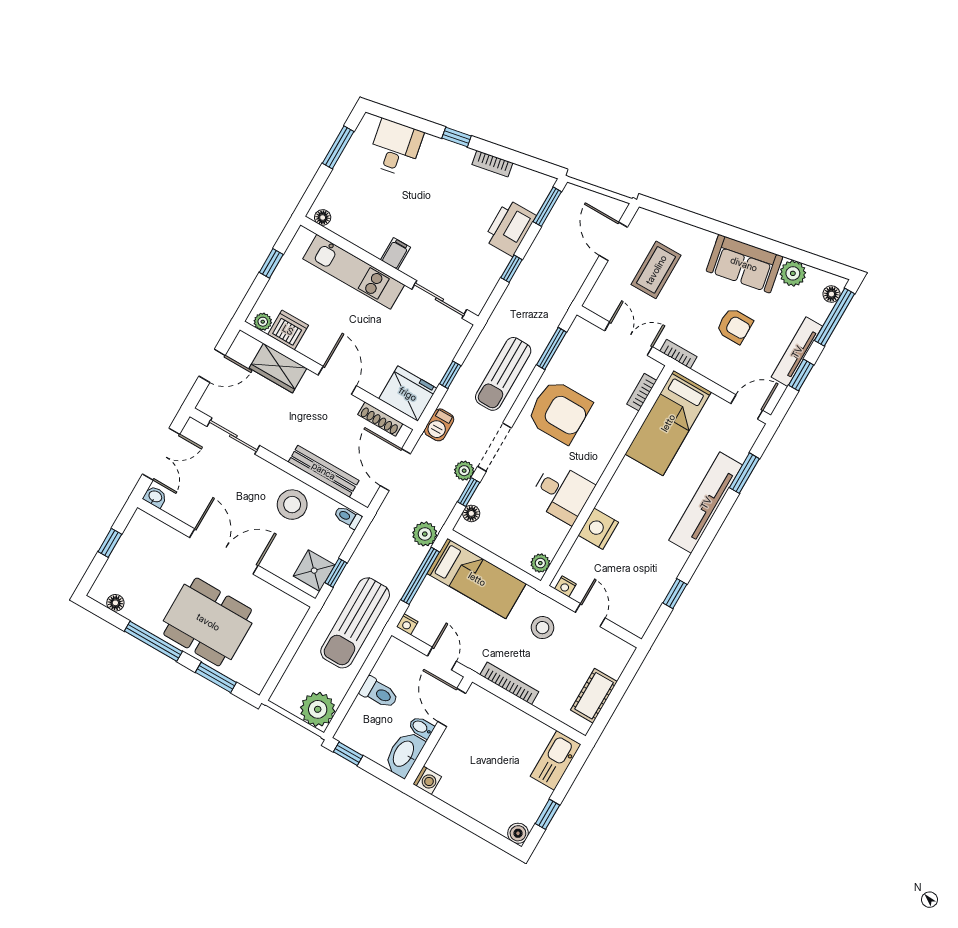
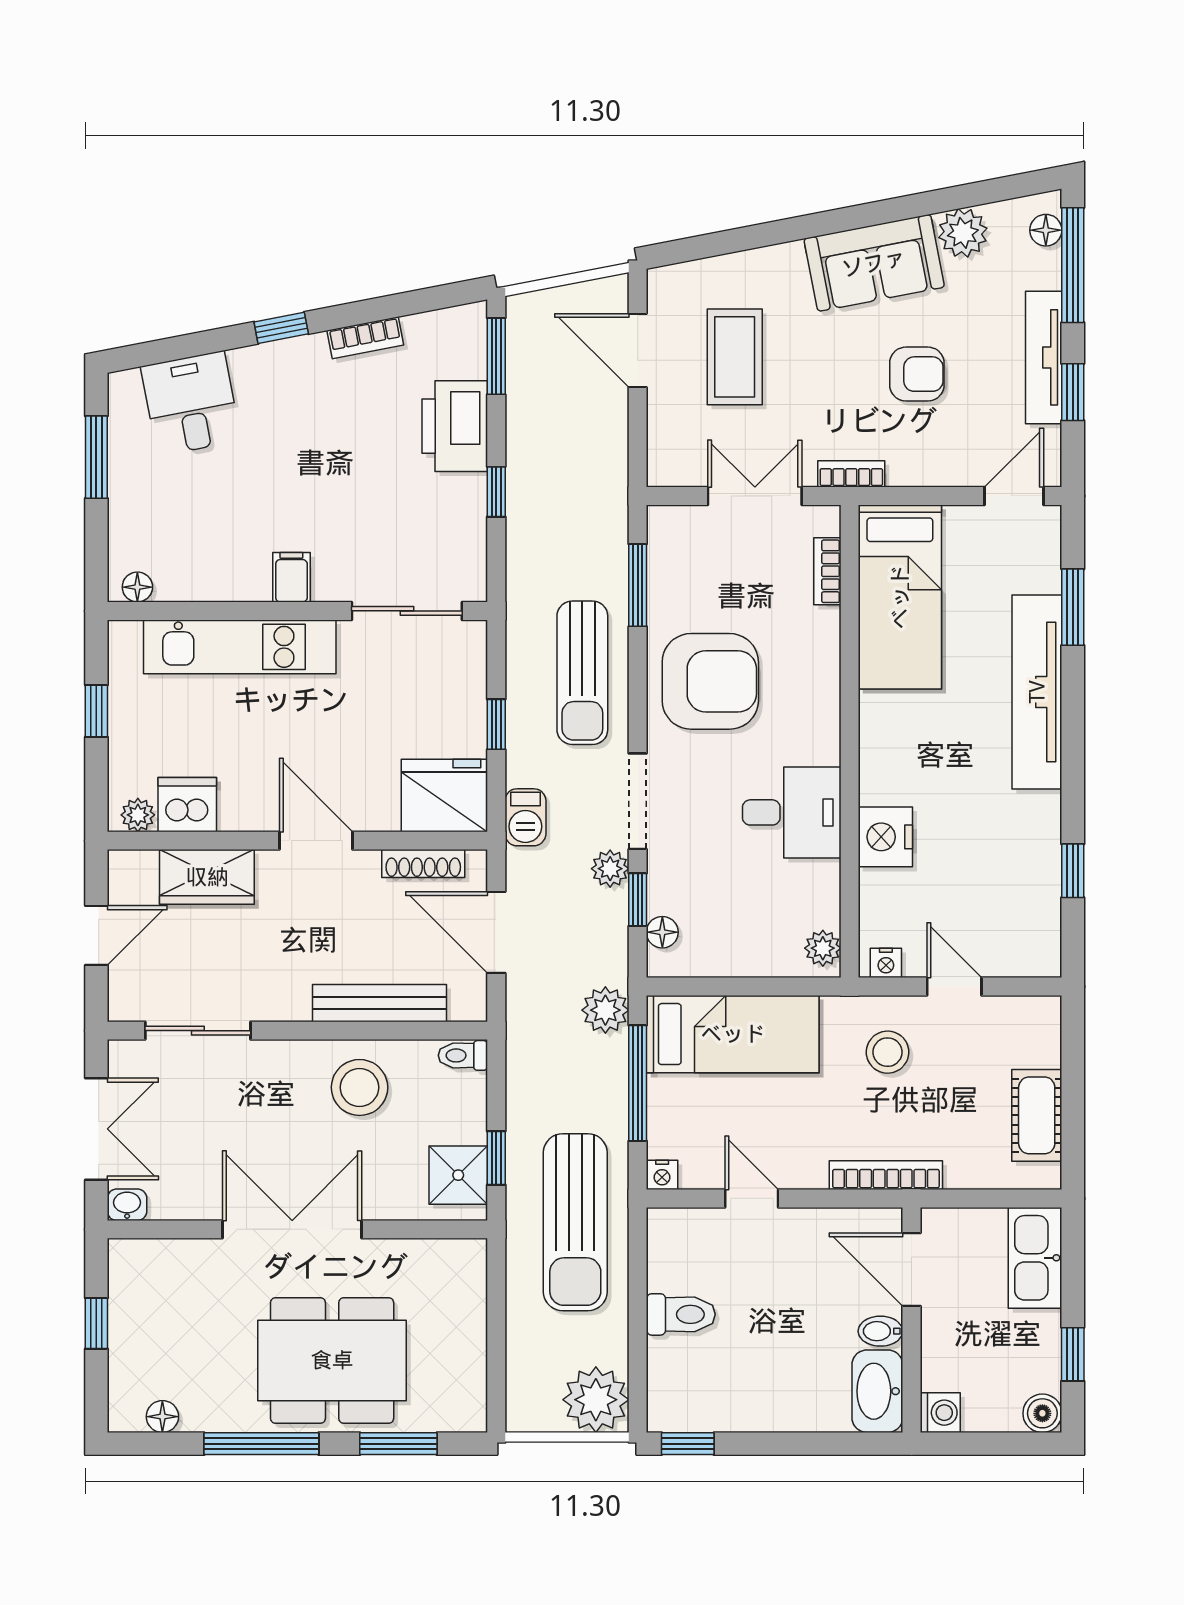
door: (452, 707) -> (911, 1269), moved
bidet: (421, 727) -> (880, 1331), moved
wall: (438, 731) -> (911, 1320), moved
washbasin: (404, 754) -> (877, 1391), moved
washing machine: (427, 780) -> (940, 1413), moved

